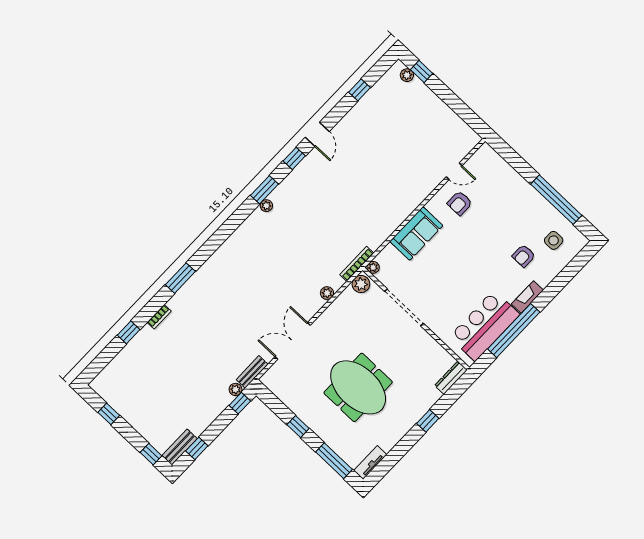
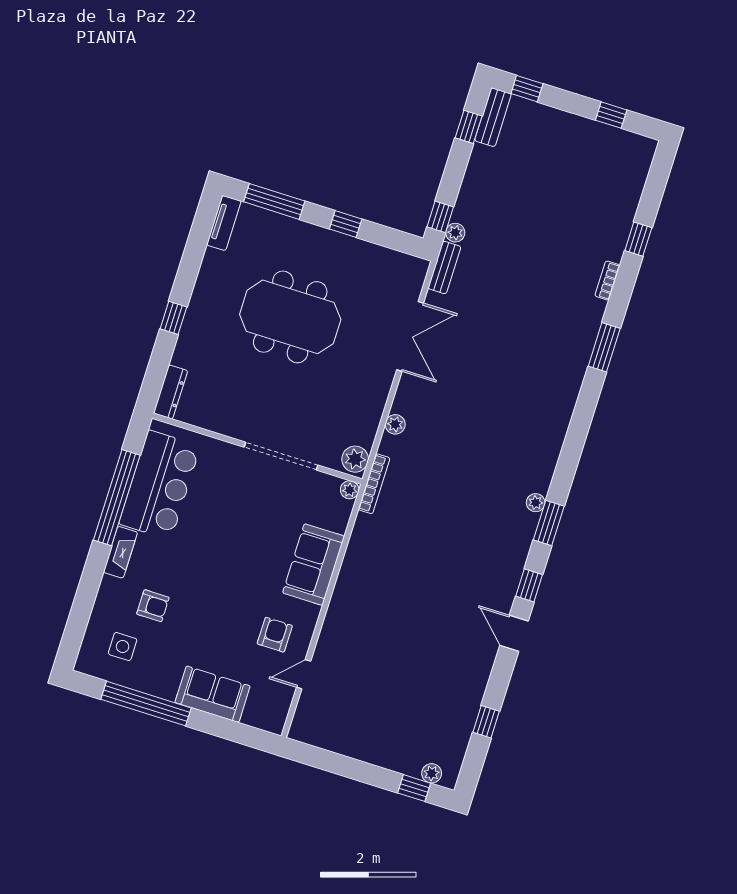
sofa: (514, 186) -> (213, 694), added
armchair: (524, 256) -> (153, 606), turned 90

